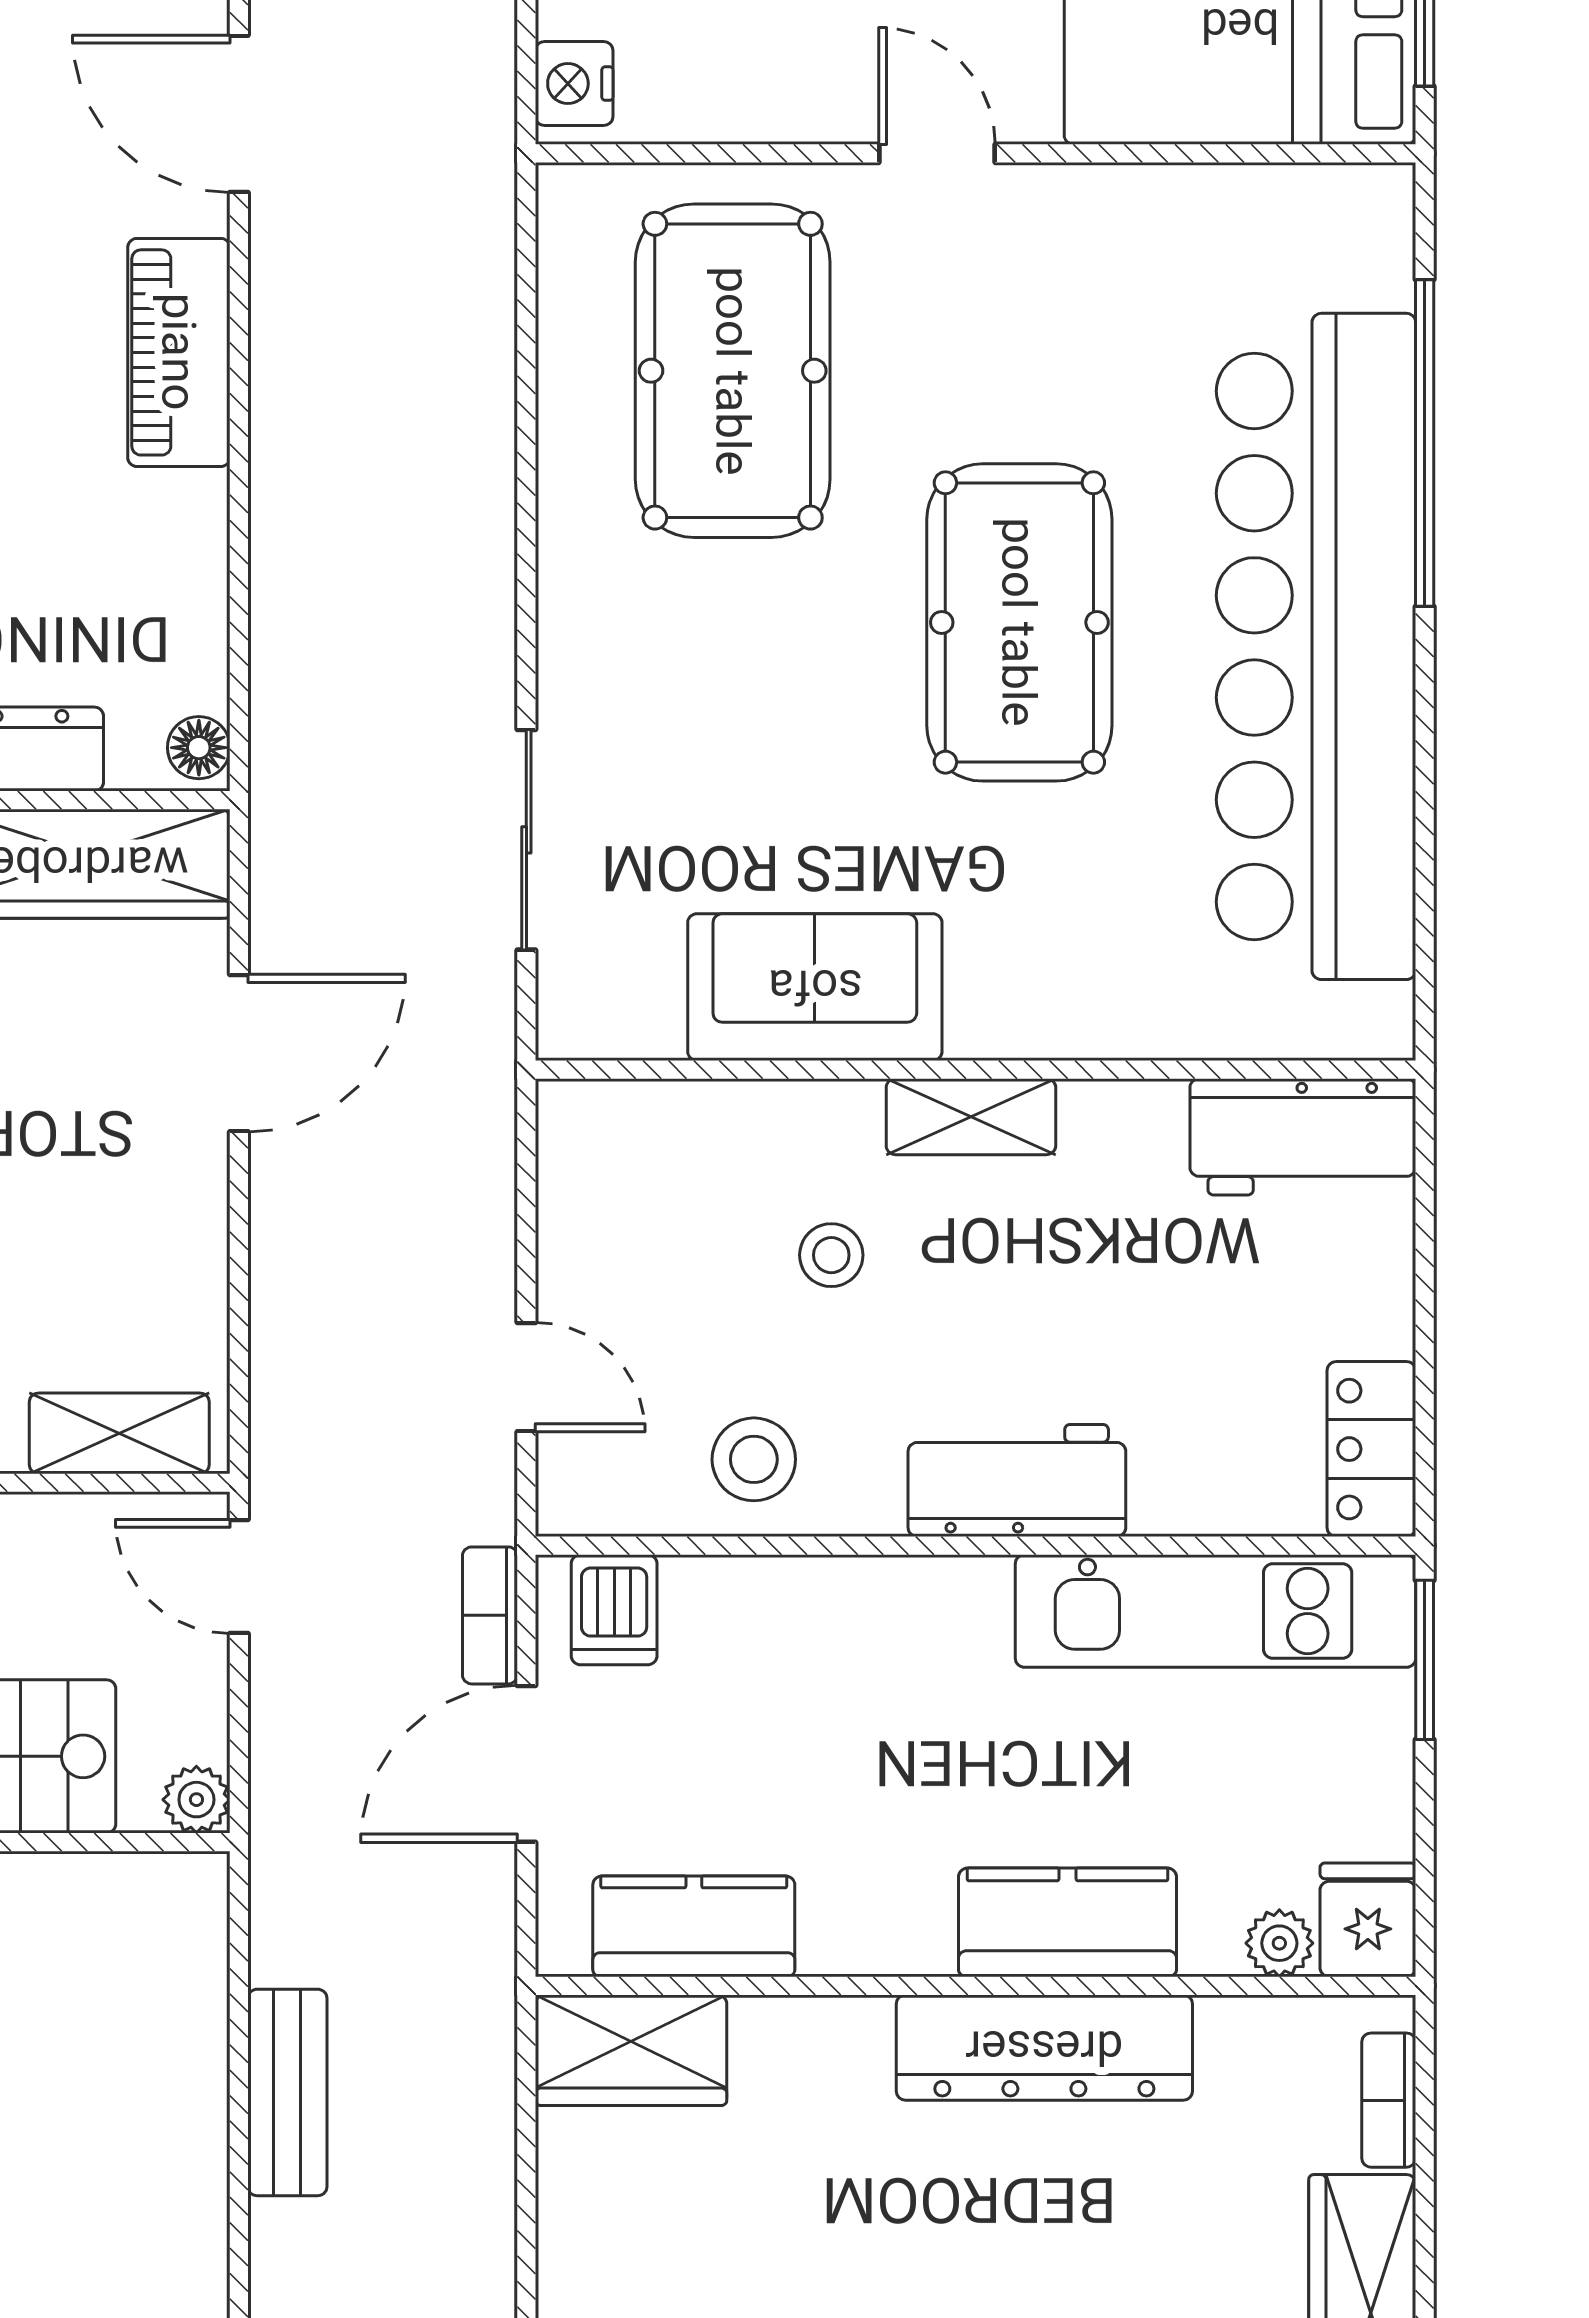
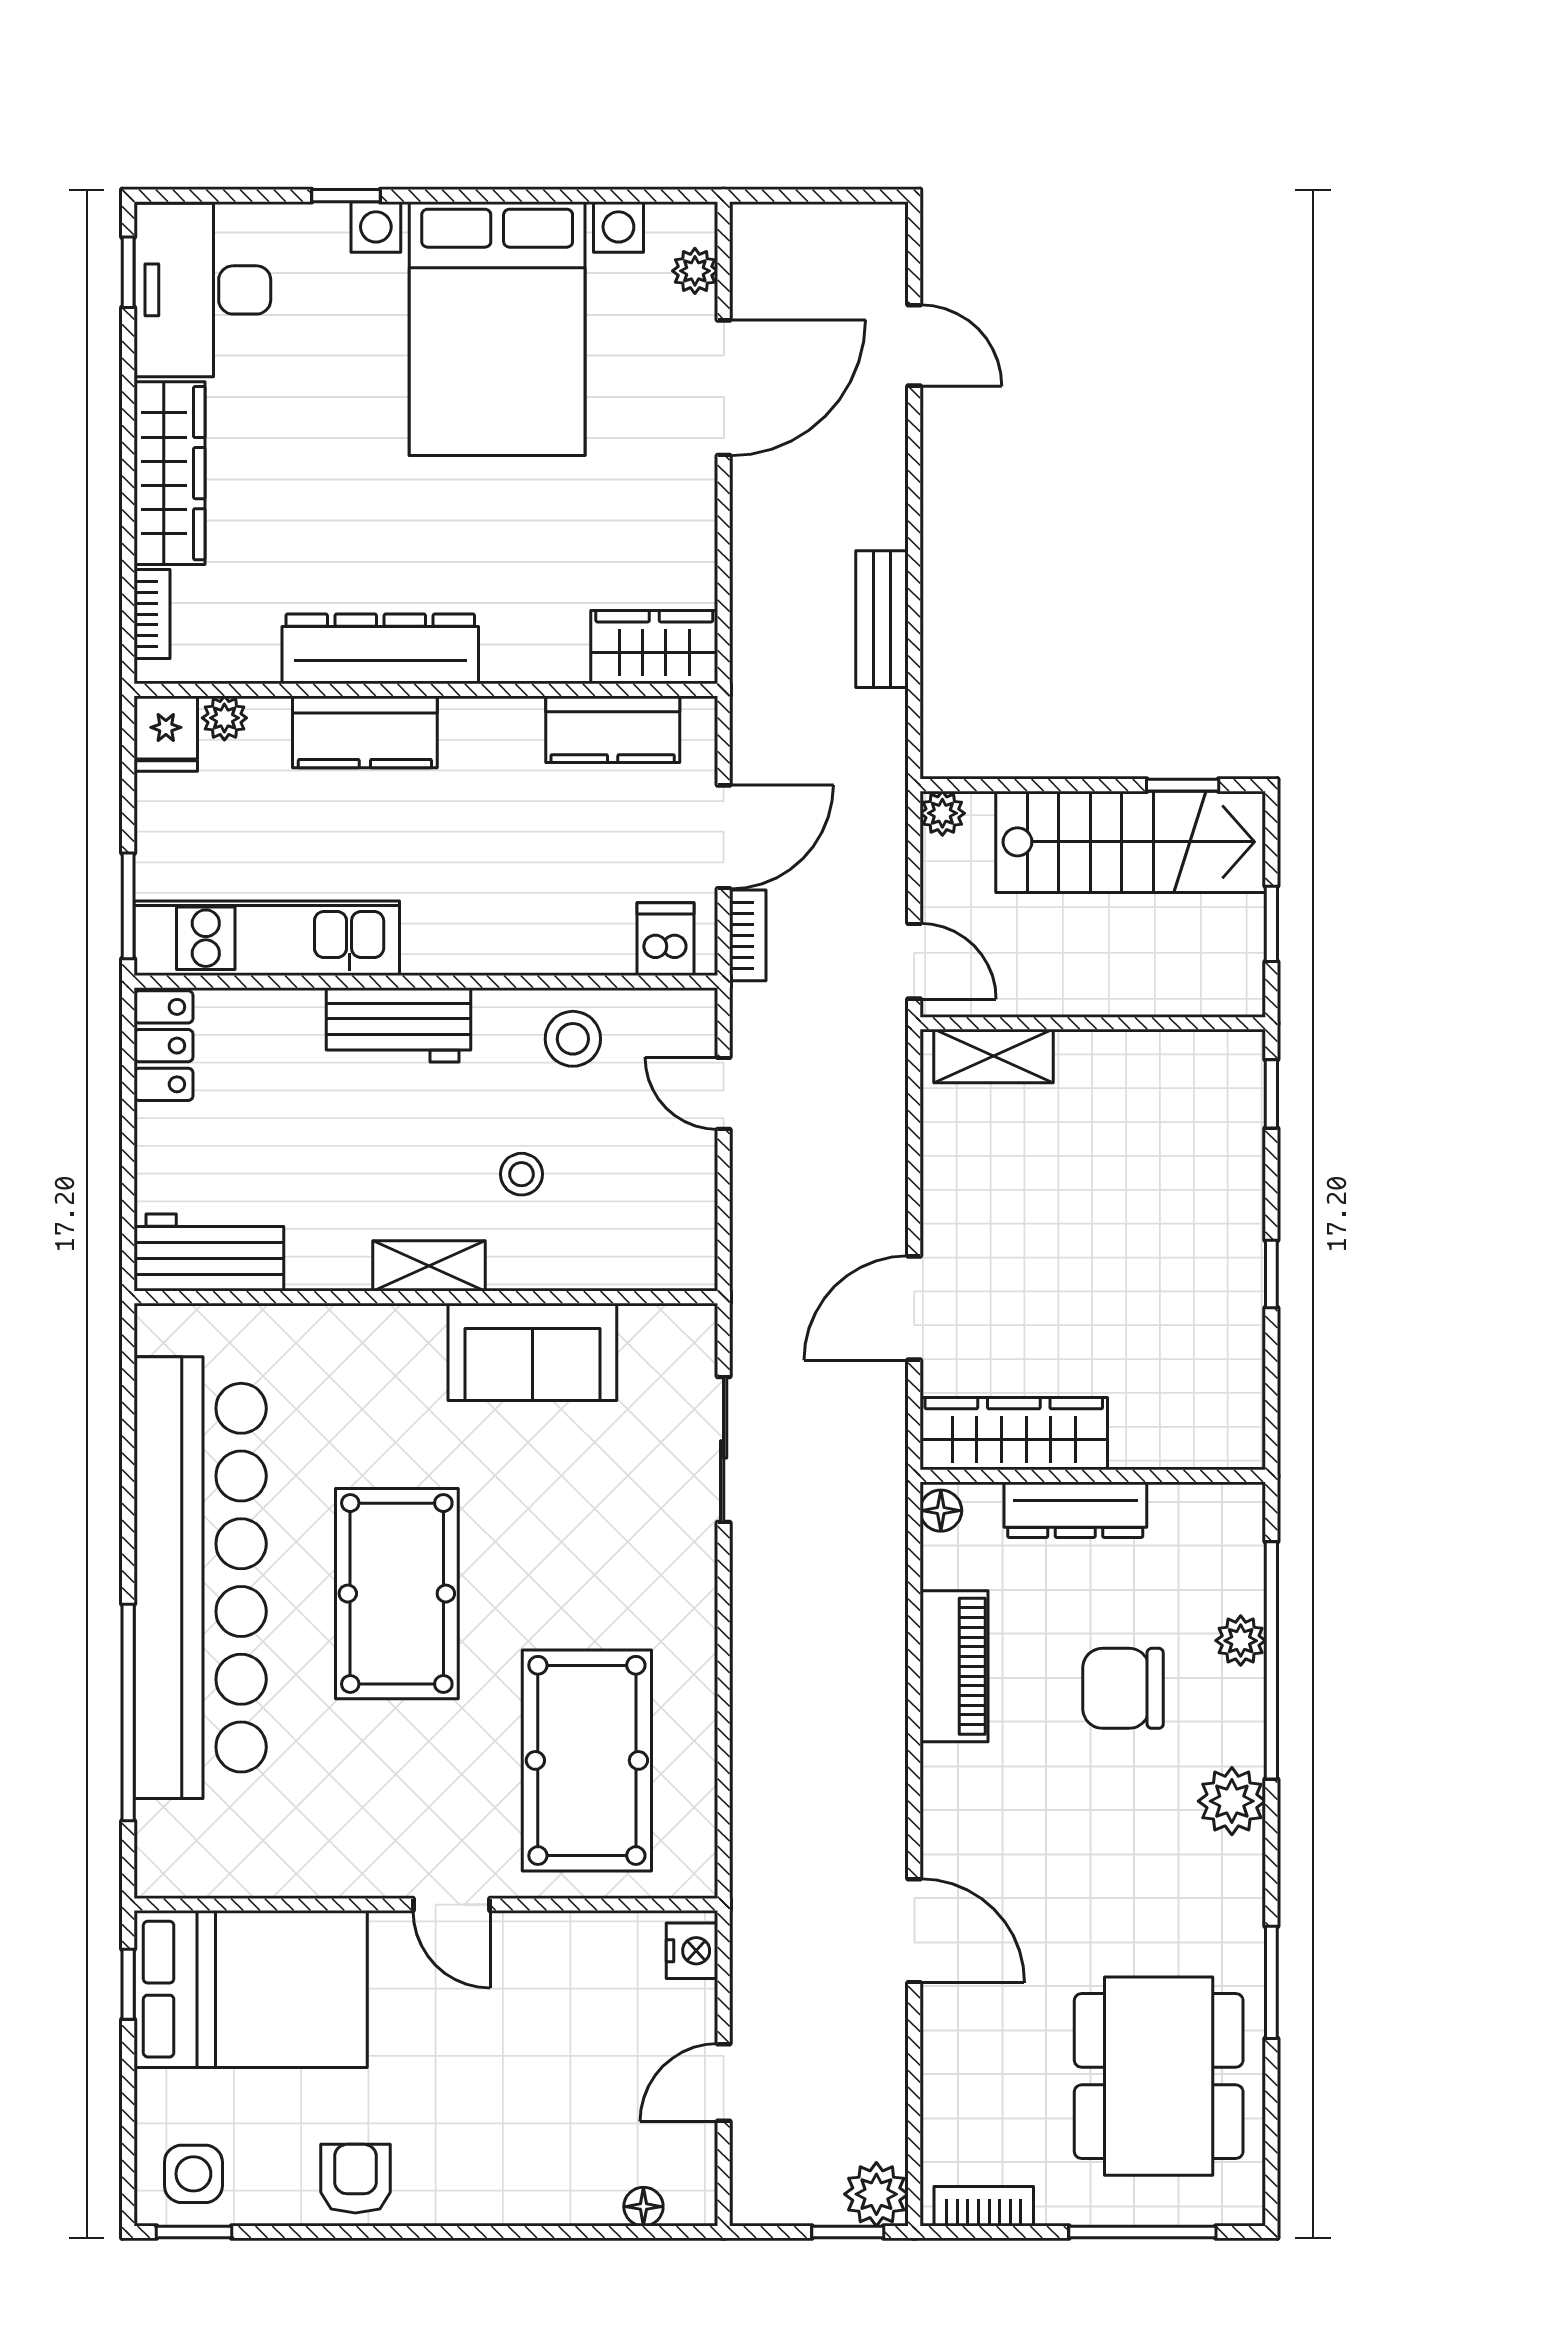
piano: (179, 352) -> (954, 1666), moved

